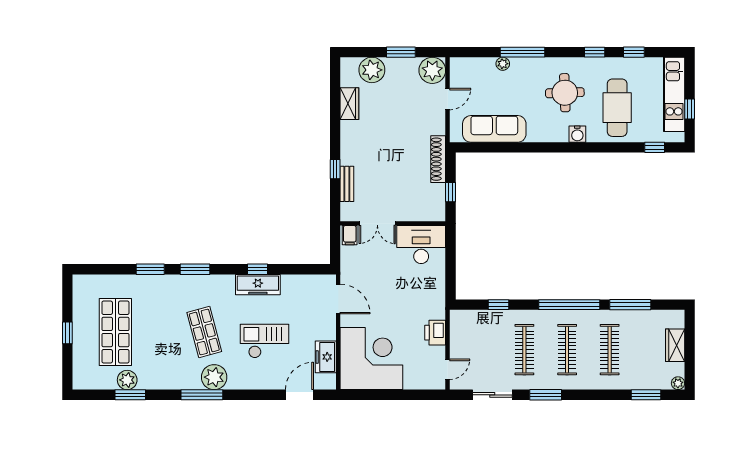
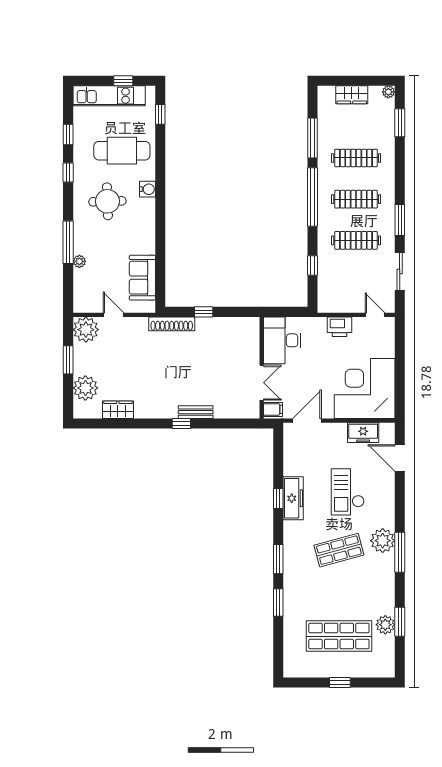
sofa: (494, 129) -> (142, 278), width x0.73
double door: (377, 223) -> (262, 383), moved
wall: (393, 223) -> (262, 368), moved
filing cabinet: (350, 235) -> (273, 409), moved
desk: (421, 245) -> (282, 340), moved

